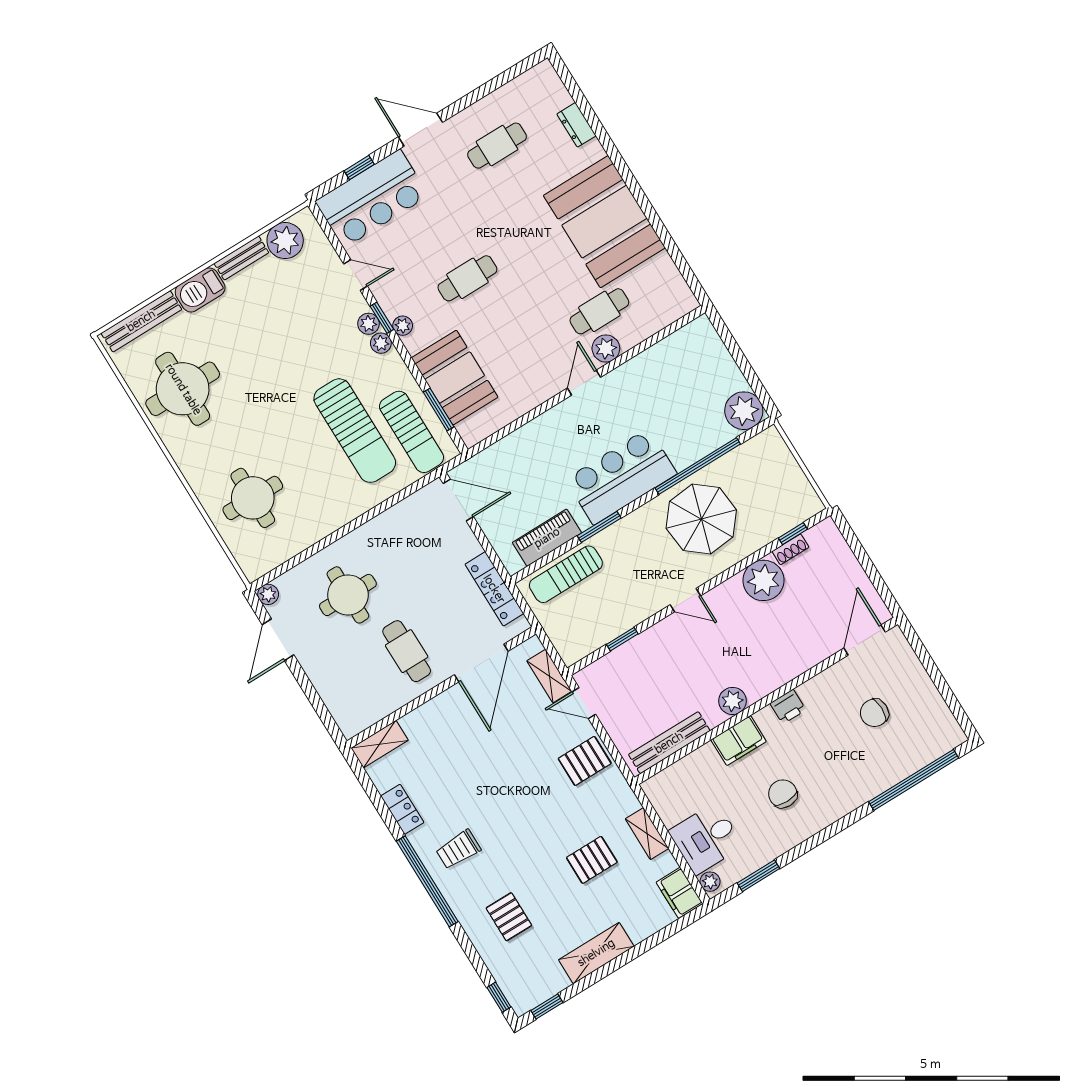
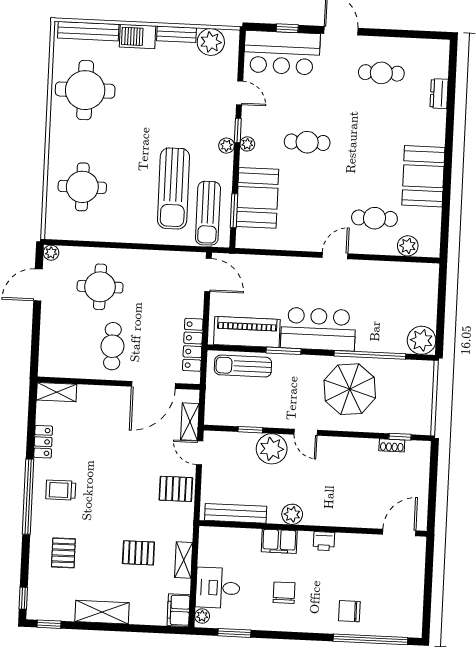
booth: (604, 222) -> (423, 176), width x0.73, depth x0.70
plant: (368, 324) -> (227, 128), removed
plant: (606, 348) -> (408, 246), moved
piano: (547, 538) -> (247, 332), width x1.37, depth x1.33
plant: (763, 580) -> (272, 449), moved
chair: (874, 713) -> (349, 611), moved

